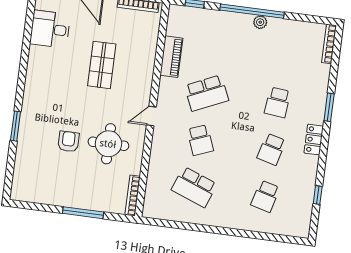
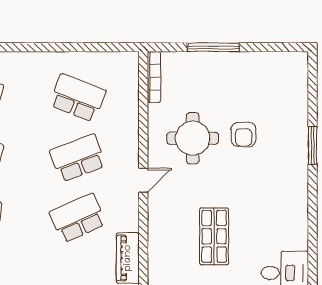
school desk: (200, 140) -> (78, 158), width x1.85

